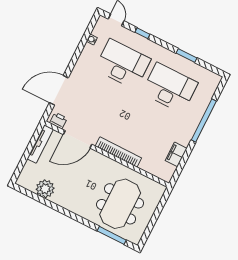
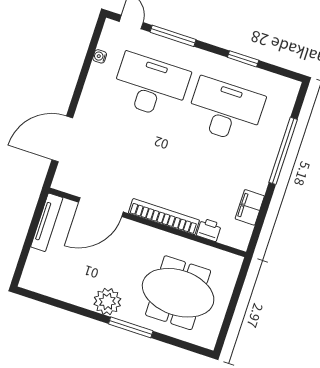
window: (142, 33) -> (173, 36), width x2.17
printer: (58, 121) -> (209, 230), moved
plant: (45, 189) -> (107, 301), moved
meeting table: (120, 204) -> (178, 293), turned 90
window: (112, 235) -> (131, 327), moved

